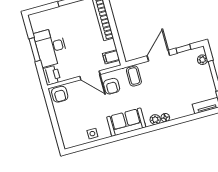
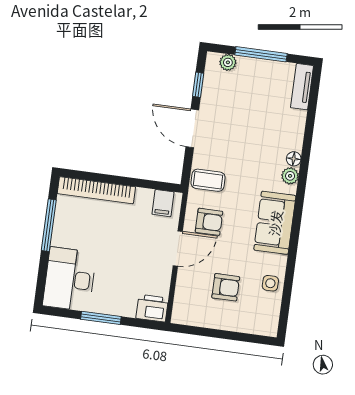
desk: (51, 47) -> (69, 279), moved, turned 90
armchair: (60, 94) -> (226, 287), moved

